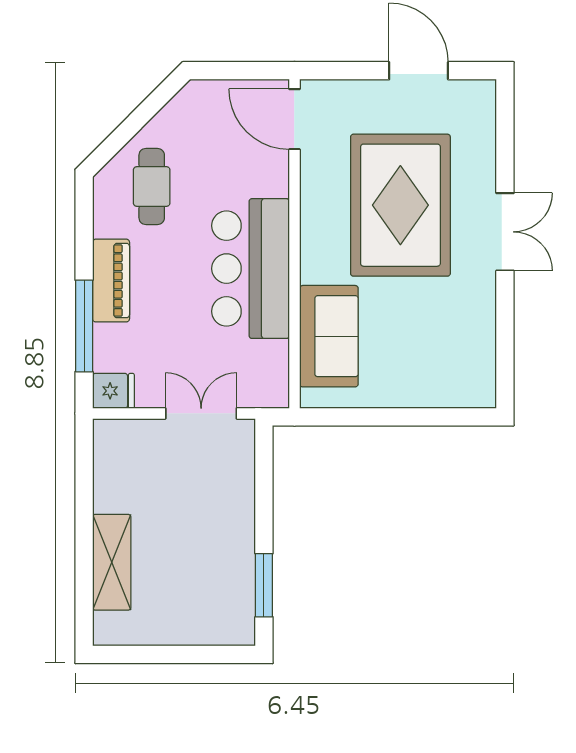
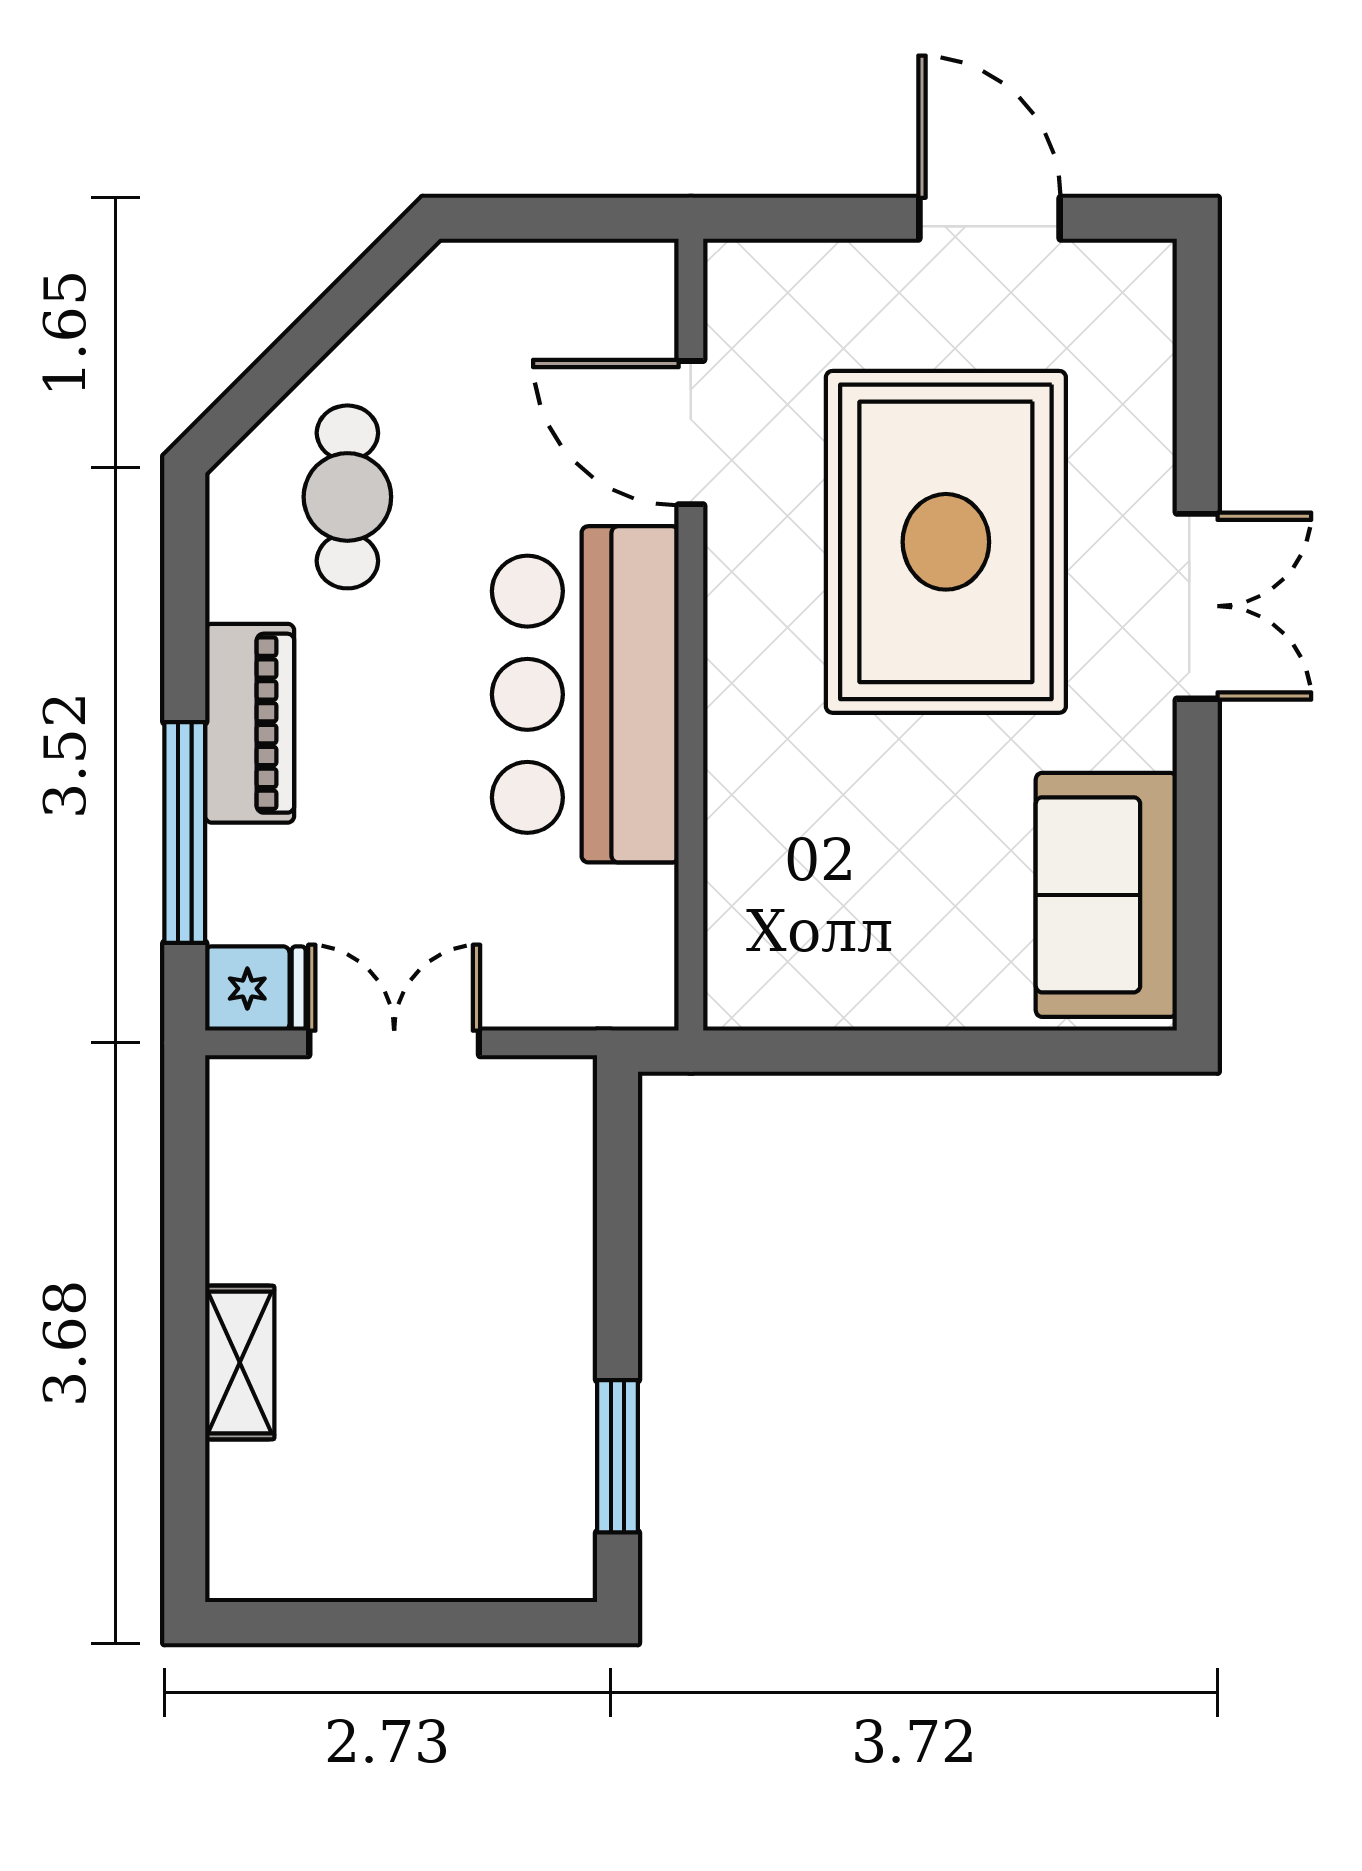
door: (294, 119) -> (691, 433), moved
sofa: (329, 336) -> (1106, 895), moved, turned 180
double door: (201, 413) -> (394, 1043), moved
shelving: (112, 562) -> (240, 1362), width x0.67, depth x0.75

